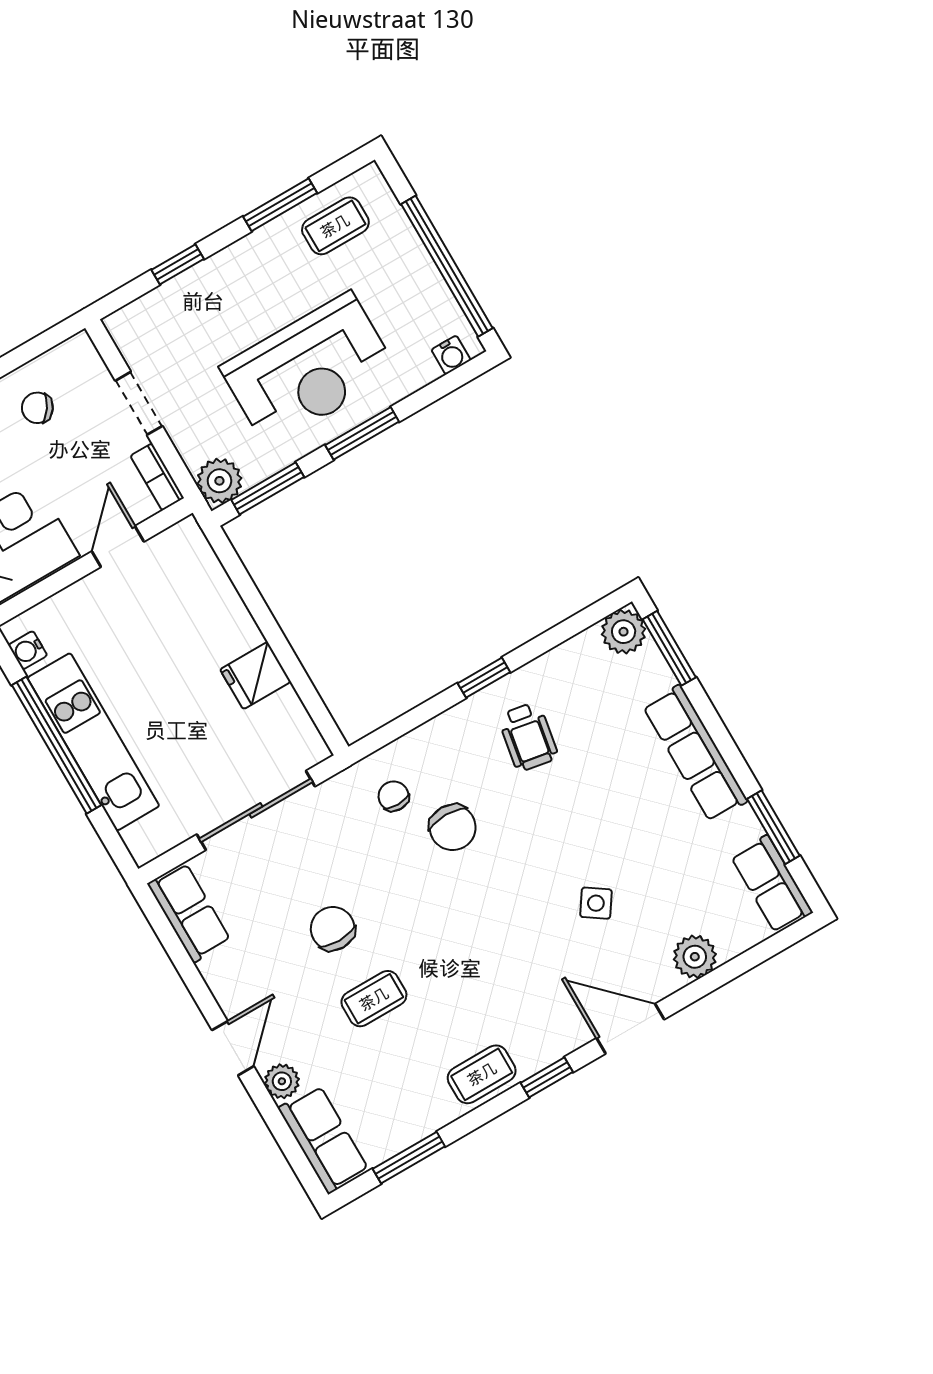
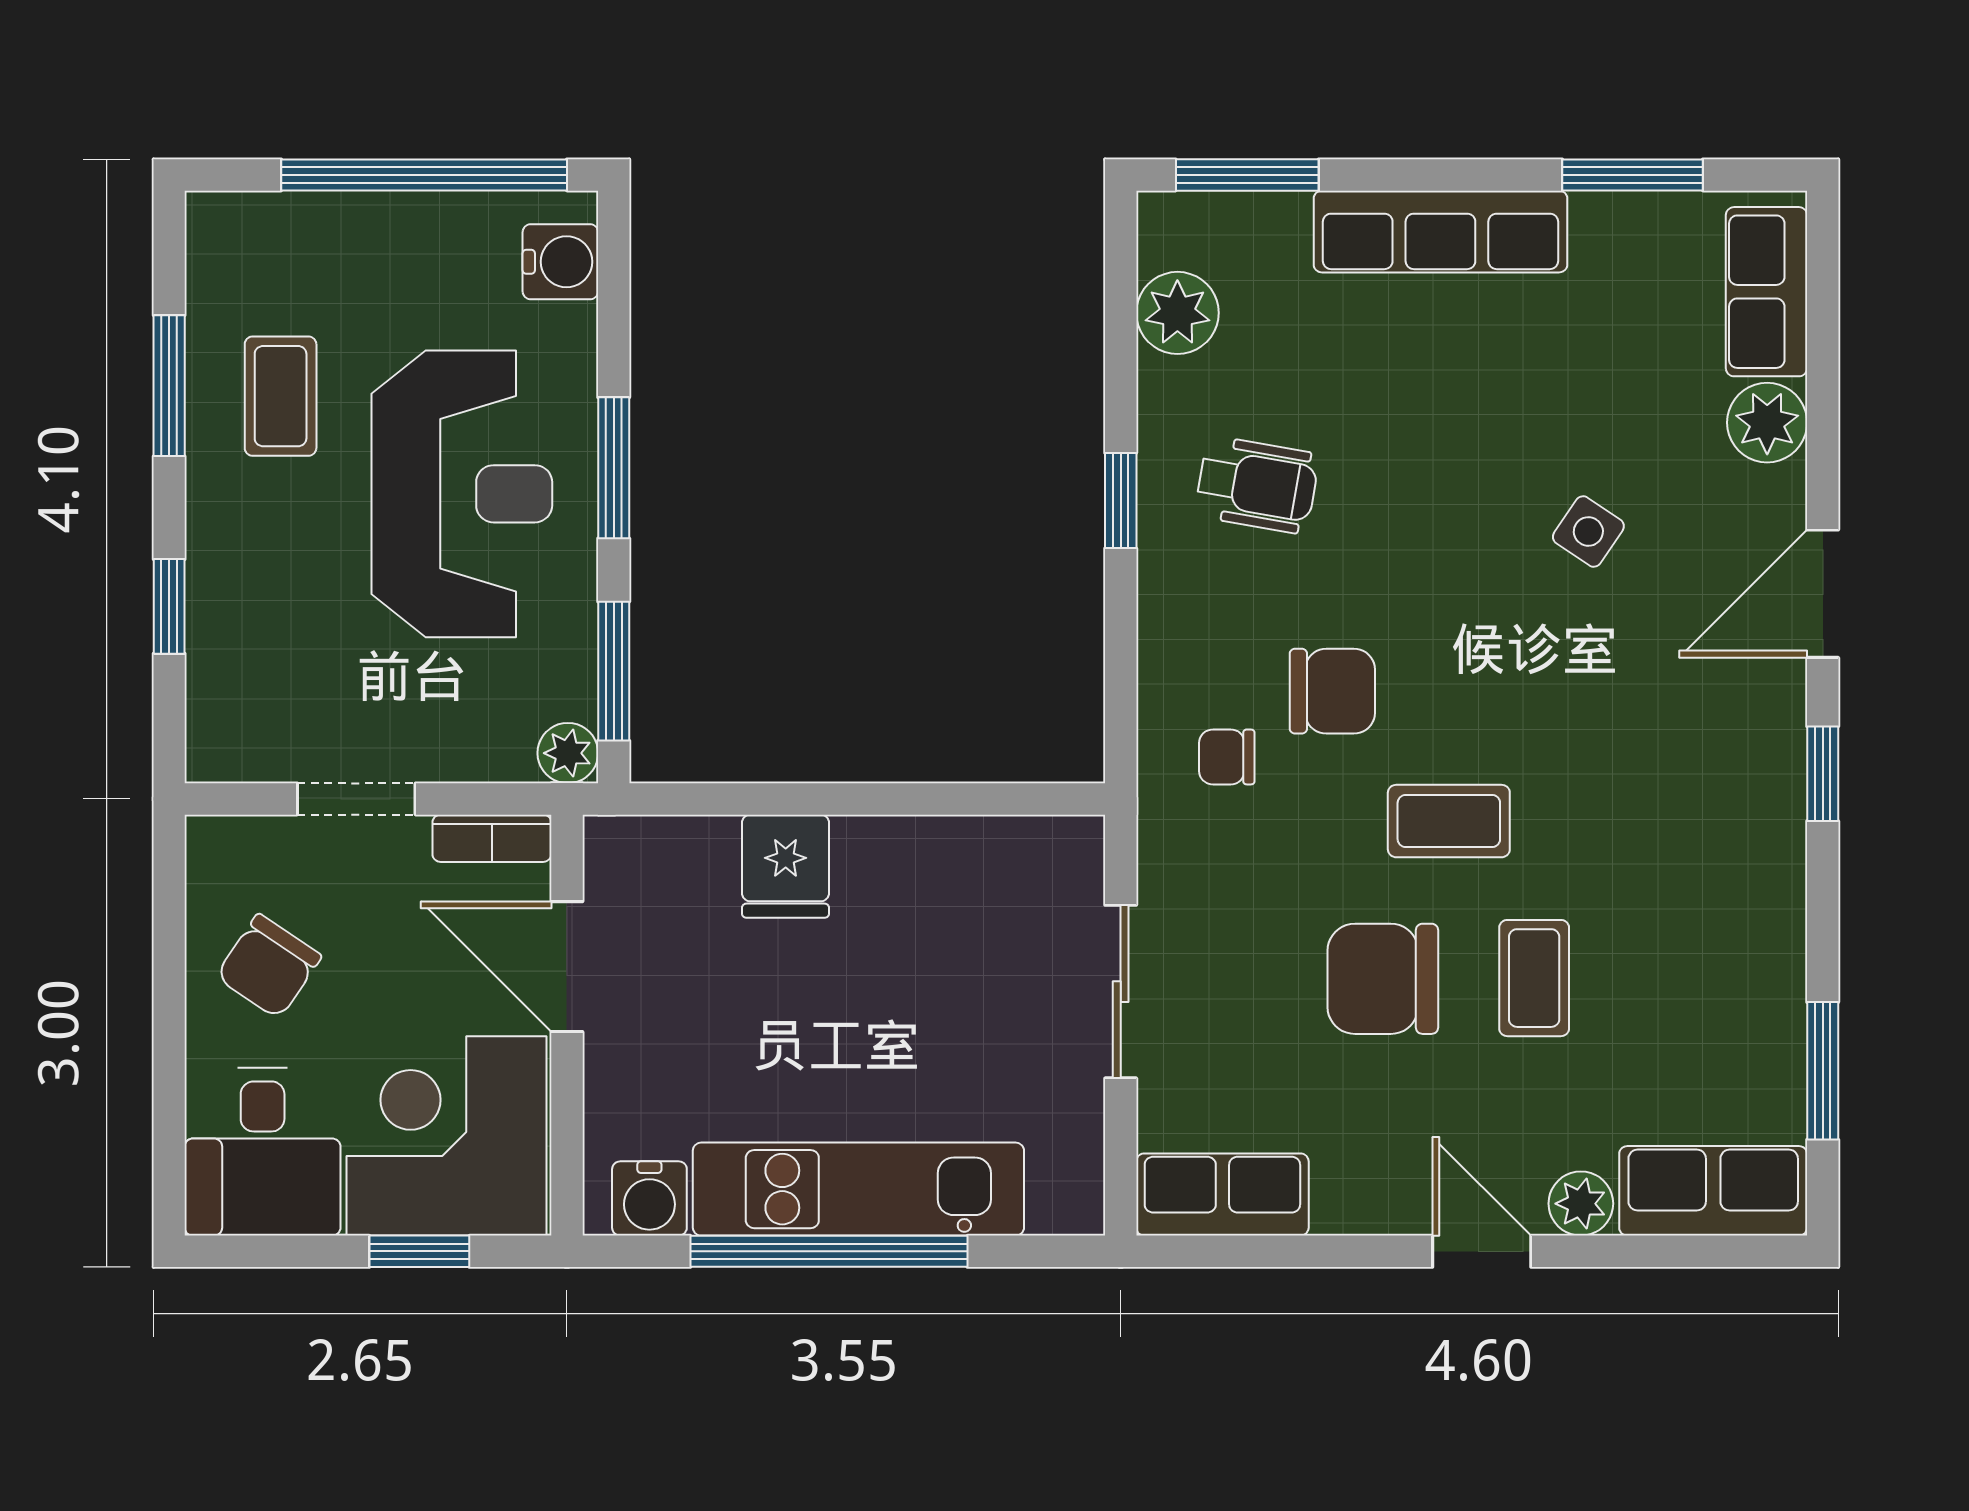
coffee table: (335, 226) -> (281, 396), moved
water cooler: (451, 355) -> (560, 262), width x1.38, depth x1.38
chair: (37, 408) -> (269, 966), width x1.37, depth x1.37
plant: (219, 481) -> (568, 753), width x0.73, depth x0.73
door: (118, 546) -> (567, 967), width x1.38
plant: (624, 632) -> (1177, 313), moved
water cooler: (28, 650) -> (649, 1198), width x1.38, depth x1.38
fridge: (255, 676) -> (786, 866), moved
sliding door: (256, 810) -> (1121, 992), width x0.73
row of seats: (772, 884) -> (1767, 292), moved, turned 90
chair: (333, 929) -> (1383, 979), width x1.37, depth x1.37
coffee table: (482, 1074) -> (1449, 821), moved, turned 90

